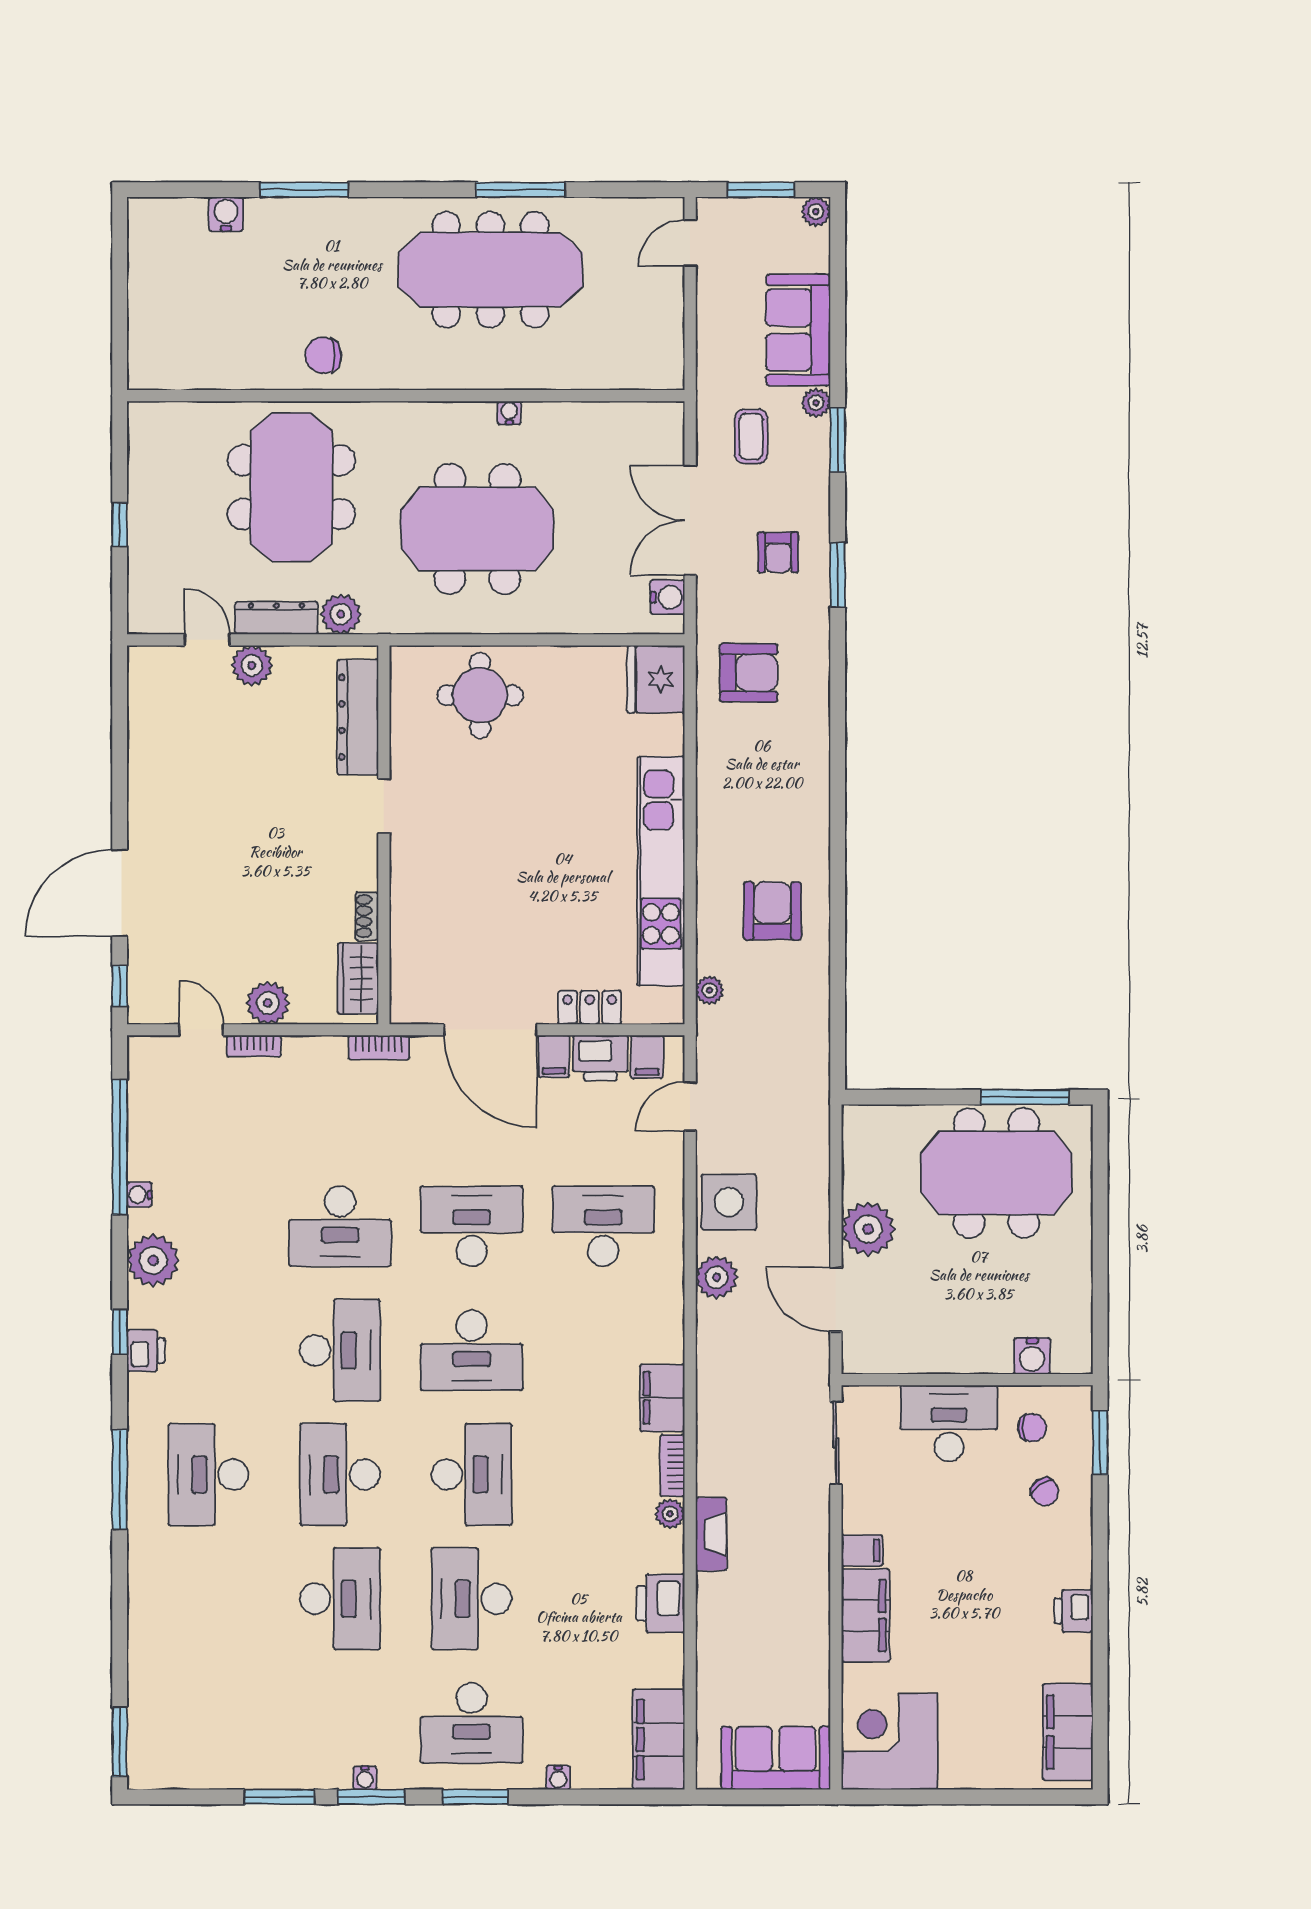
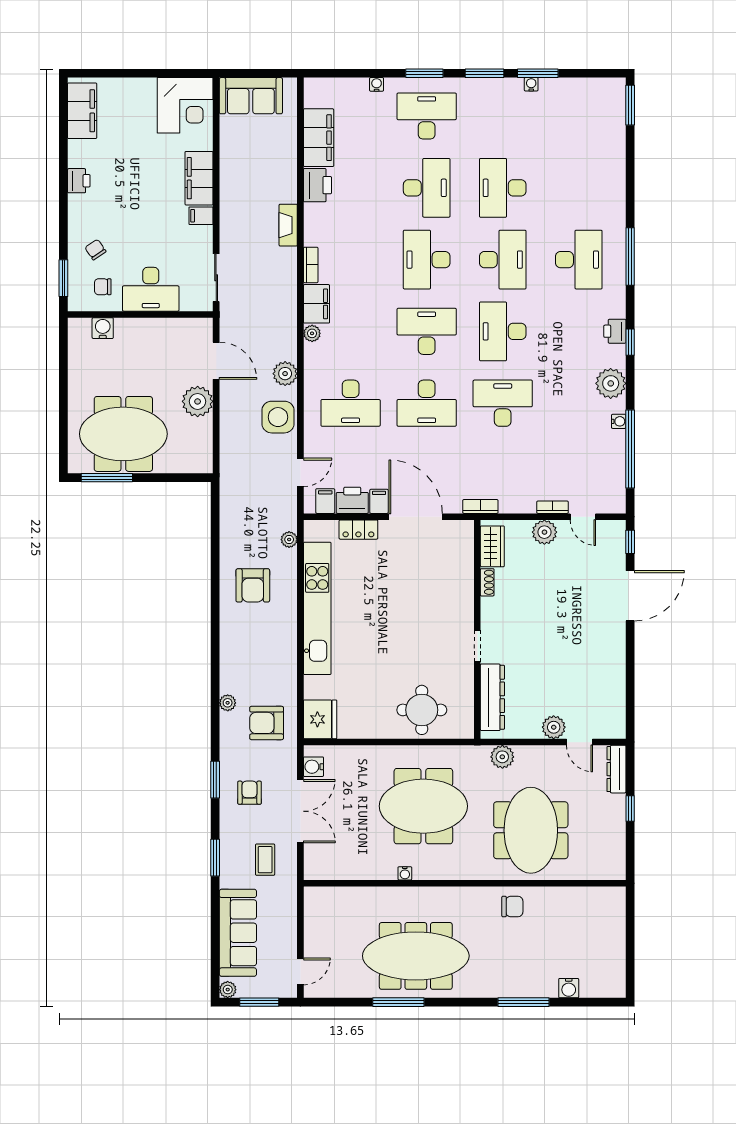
sofa: (798, 330) -> (238, 933), width x1.36
plant: (816, 403) -> (228, 703), moved
dresser: (276, 618) -> (616, 769), moved, turned 90
plant: (670, 1514) -> (312, 333), moved
filing cabinet: (659, 1739) -> (319, 138), moved
water cooler: (365, 1778) -> (531, 84), moved

